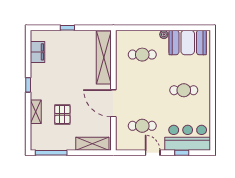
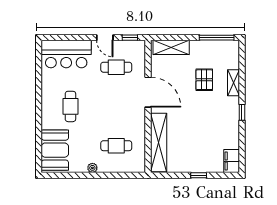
booth: (188, 42) -> (55, 150), moved, turned 90
filing cabinet: (38, 52) -> (232, 161), moved
cafe table: (184, 90) -> (70, 106), turned 90
window: (182, 153) -> (130, 38), moved

